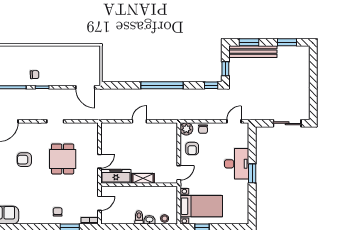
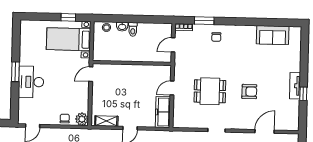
armchair: (192, 149) -> (76, 99), removed
dining table: (63, 159) -> (210, 91), turned 90
freezer: (116, 176) -> (163, 112), moved, turned 90
shelving: (143, 178) -> (106, 121), moved

